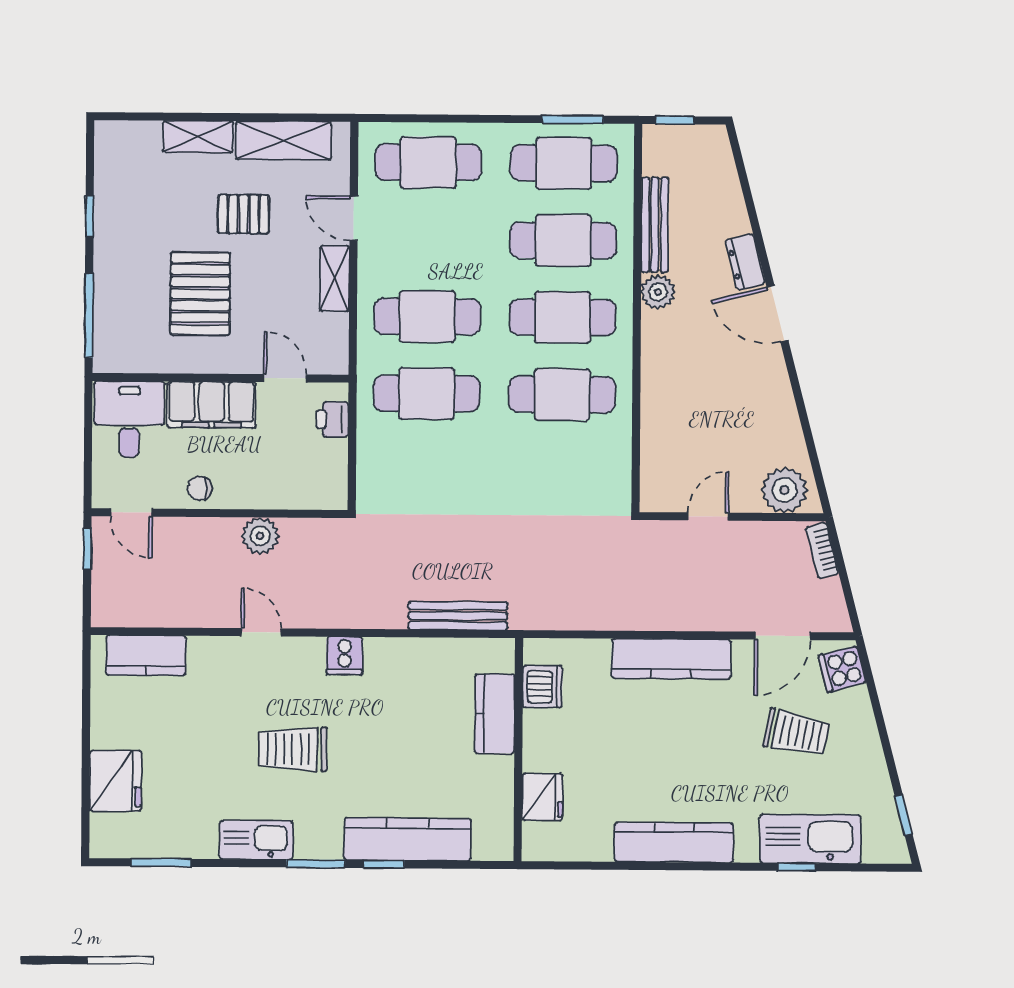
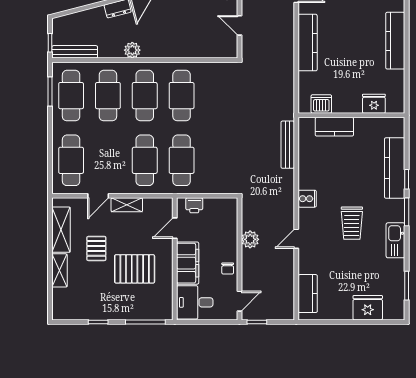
bench: (655, 225) -> (75, 52), moved

